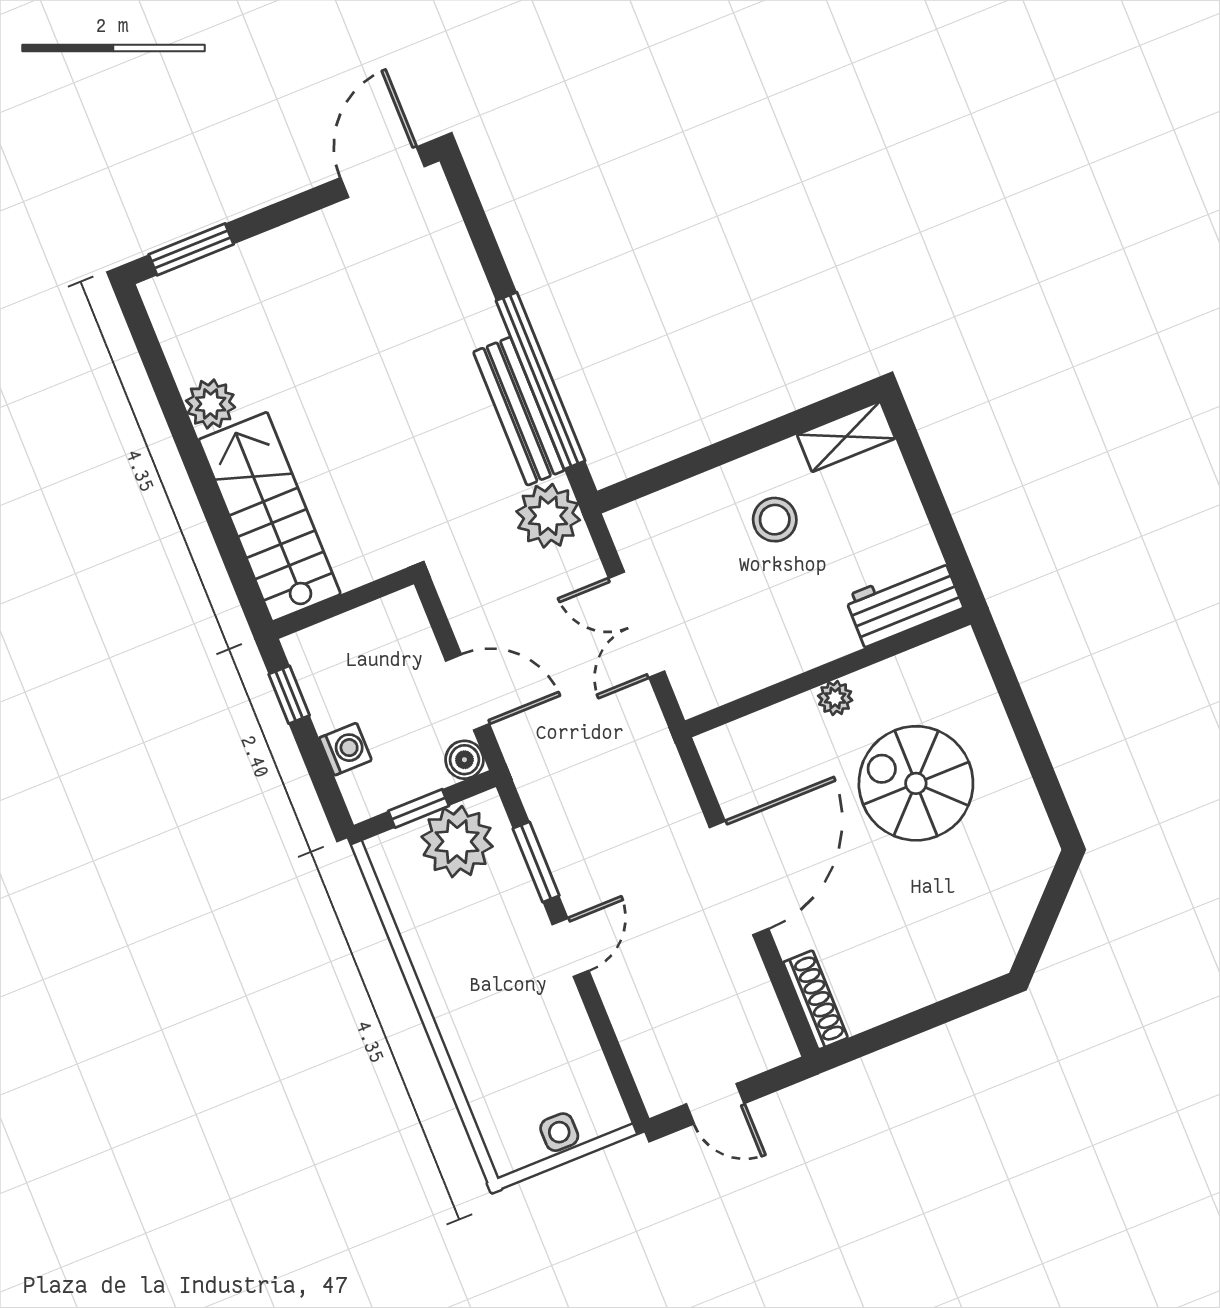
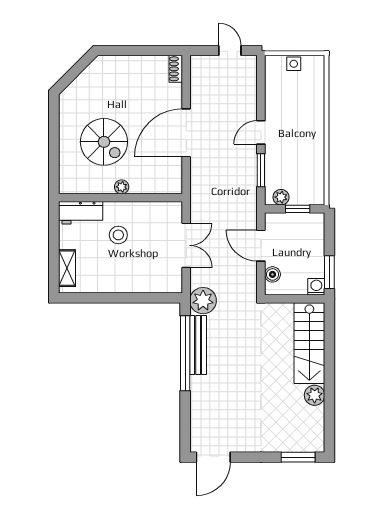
shelving: (846, 437) -> (67, 268), moved, turned 90
stool: (775, 520) -> (118, 235), moved
window: (289, 695) -> (329, 272), width x1.50
washing machine: (345, 749) -> (316, 287), moved, turned 90
boiler: (464, 760) -> (273, 274), moved
plant: (457, 842) -> (281, 197), width x0.53, depth x0.53
shoe rack: (815, 1000) -> (176, 69), width x0.70

